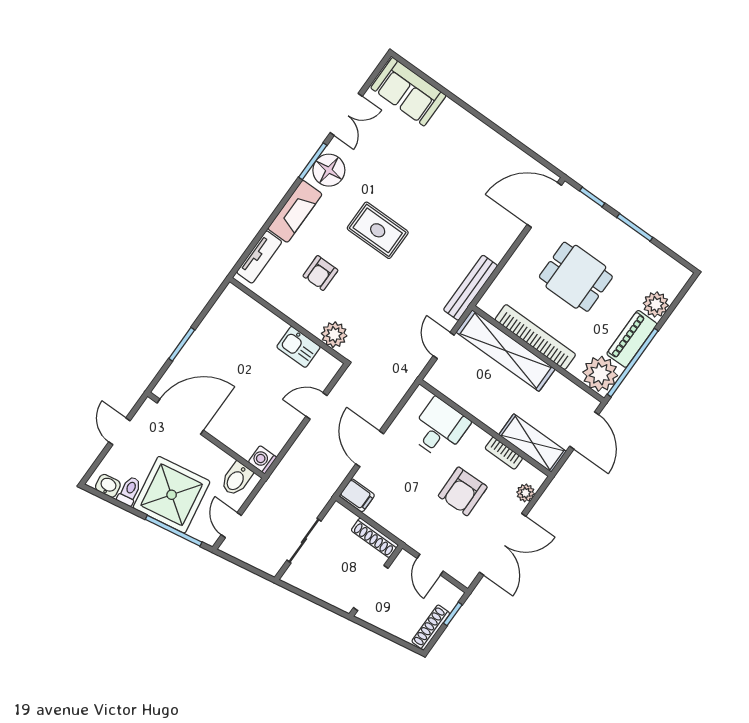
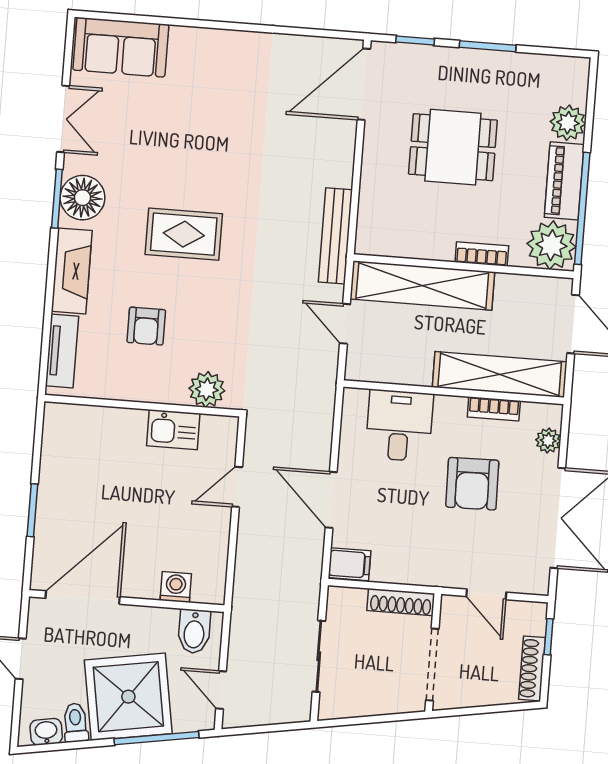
bookcase: (535, 337) -> (482, 254), width x0.43, depth x0.76
shelving: (532, 443) -> (500, 375), width x1.47
washing machine: (262, 460) -> (176, 587), moved, turned 90

